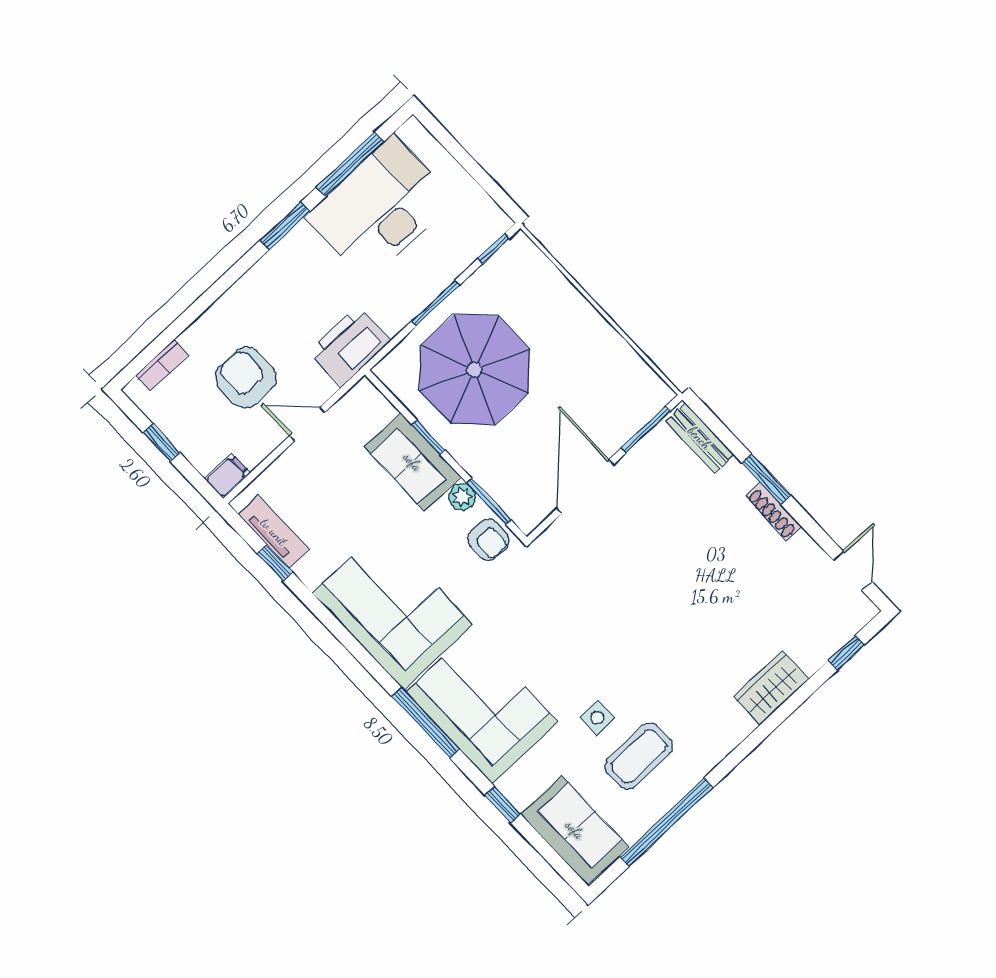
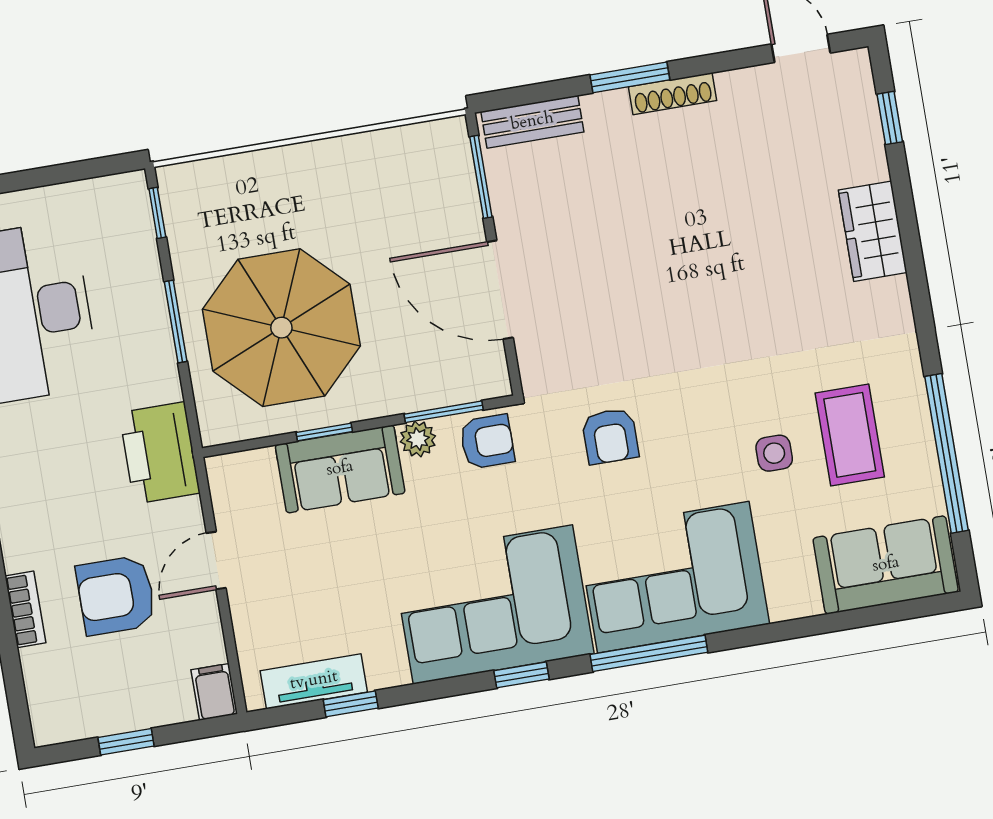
bookcase: (162, 365) -> (25, 609), moved
armchair: (541, 612) -> (610, 436), added
window: (503, 805) -> (521, 675), moved

